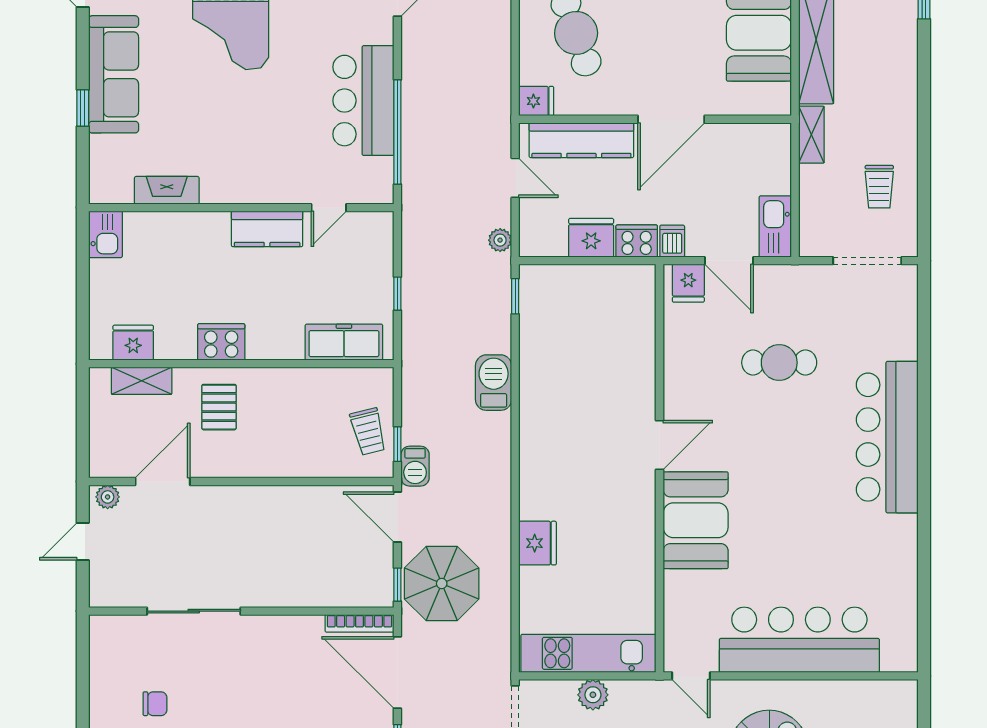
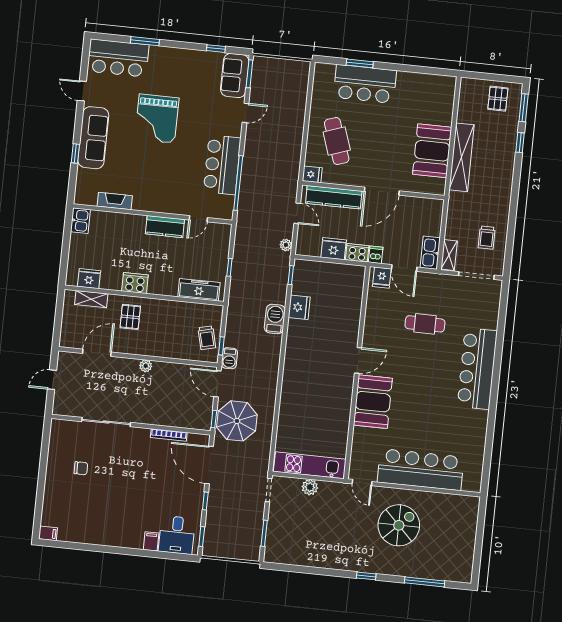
shelving: (811, 135) -> (449, 255), moved
plant: (108, 497) -> (146, 366), moved
fridge: (538, 543) -> (299, 307), moved
bookcase: (359, 623) -> (169, 435), moved

